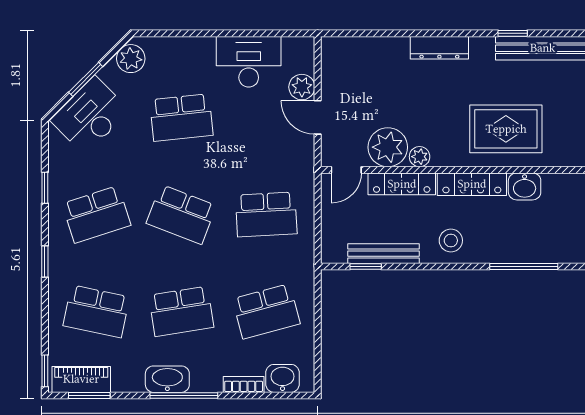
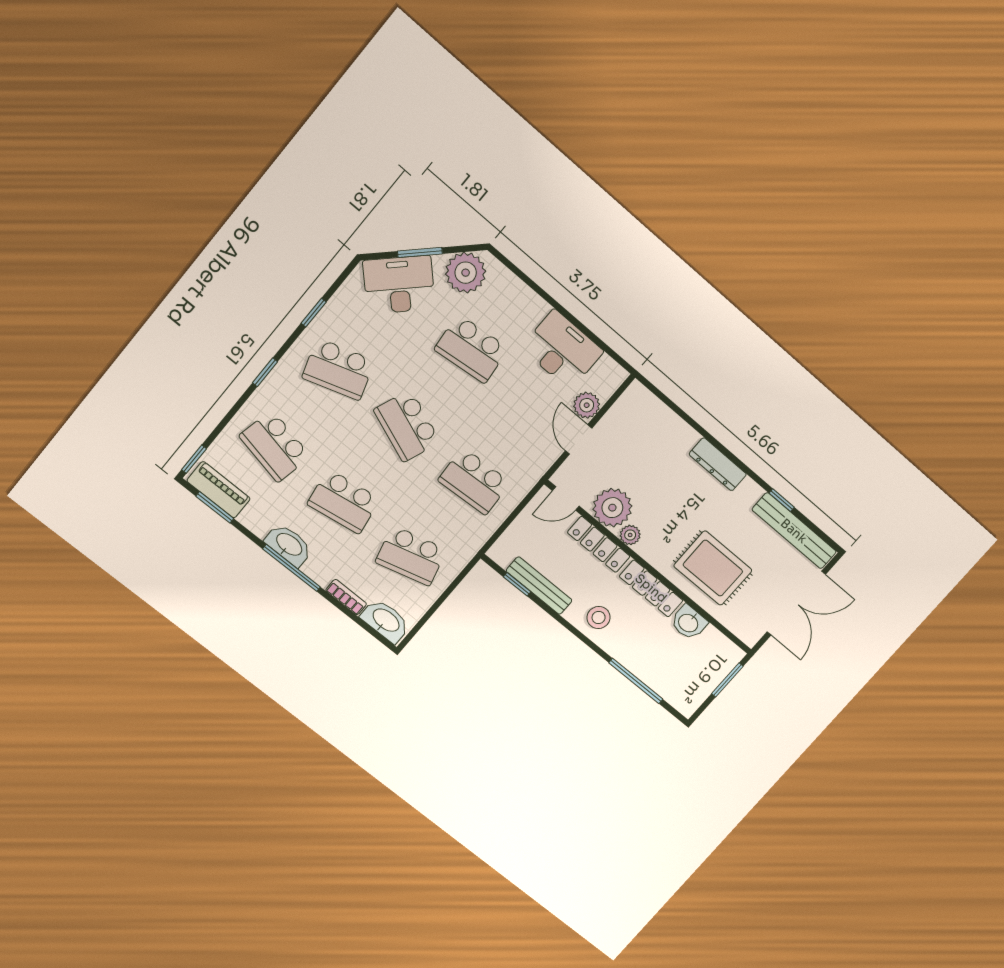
plant: (131, 59) -> (466, 273), width x1.36, depth x1.36
washbasin: (282, 378) -> (386, 621), width x1.38

